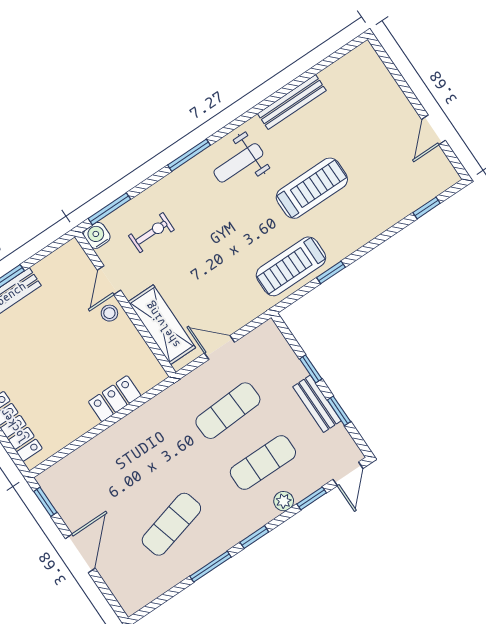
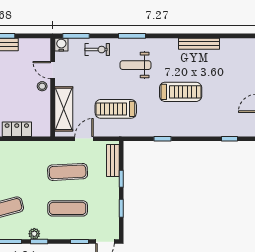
weight bench: (238, 163) -> (136, 65), moved
exercise bike: (151, 233) -> (97, 50), moved
treadmill: (291, 266) -> (116, 109), moved
door: (109, 280) -> (53, 70), hinge flipped
door: (219, 348) -> (84, 139), hinge flipped
bench: (317, 404) -> (113, 160), moved
plant: (284, 501) -> (34, 234), moved

